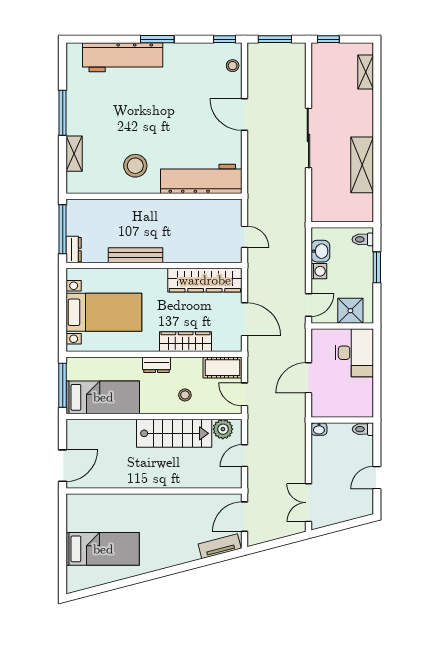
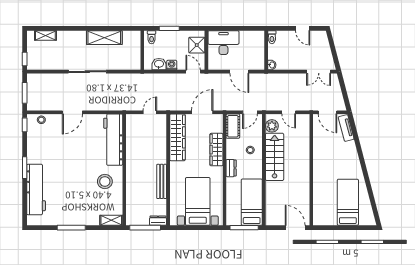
shelving: (74, 154) -> (111, 220), moved

